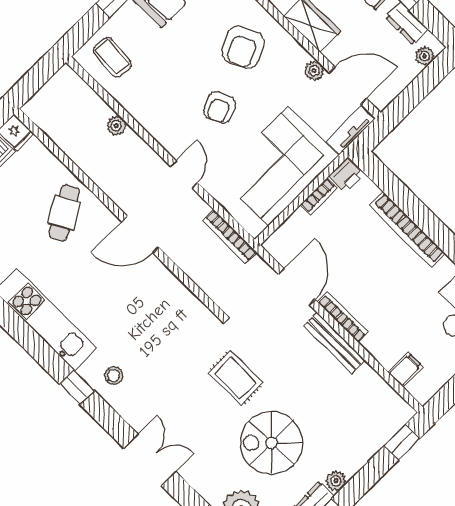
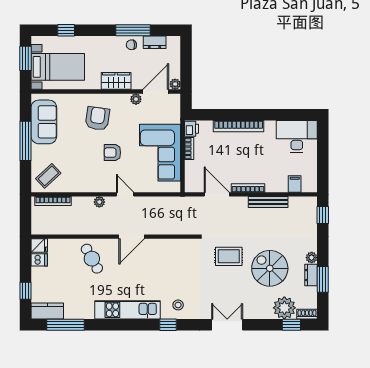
armchair: (243, 47) -> (97, 119), turned -147
plant: (425, 56) -> (175, 84), moved
coffee table: (112, 57) -> (48, 176), turned -48
armchair: (220, 107) -> (112, 153), turned 113
plant: (116, 126) -> (99, 202), moved
tv unit: (351, 130) -> (175, 108), removed
bookcase: (230, 237) -> (53, 201), moved
bench: (334, 343) -> (268, 202), moved
spiral stairs: (271, 443) -> (270, 268), turned 90

